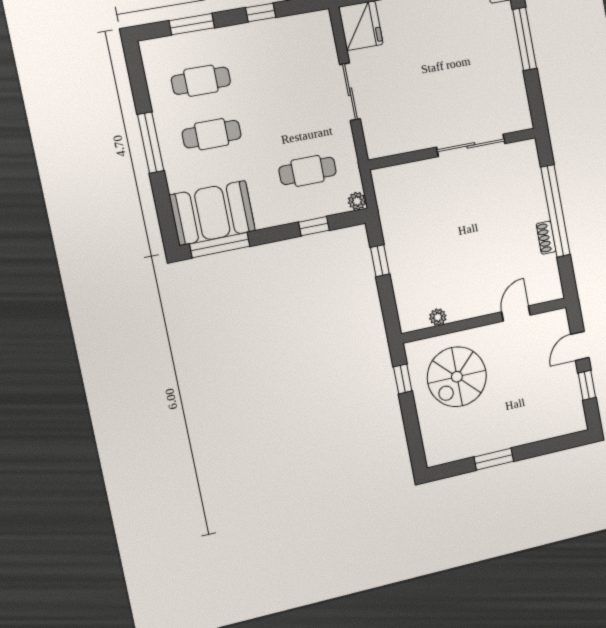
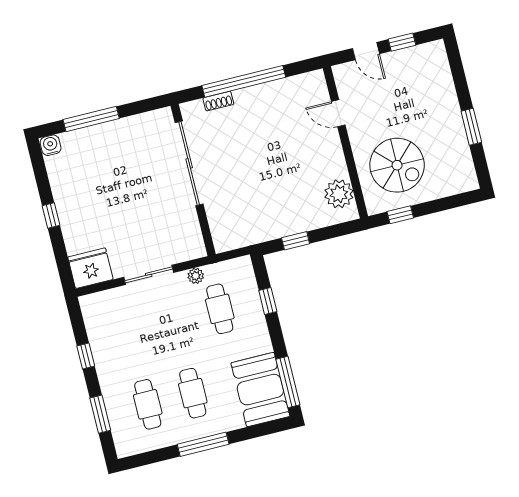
sliding door: (471, 145) -> (189, 163), width x1.36
plant: (357, 201) -> (196, 276), moved
shoe rack: (546, 238) -> (218, 101), moved
plant: (438, 317) -> (339, 194), width x1.87, depth x1.87

